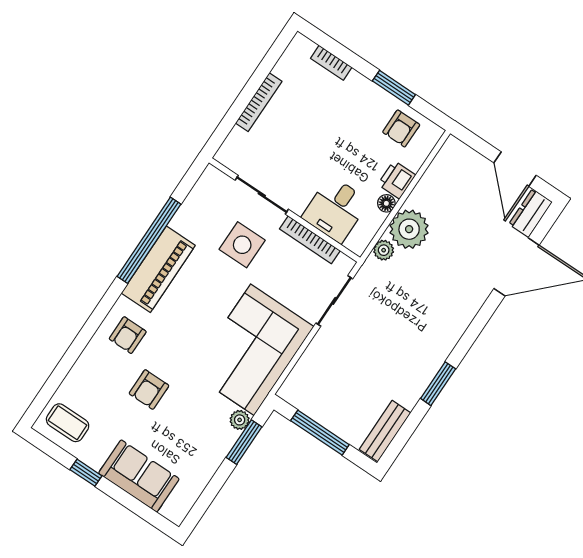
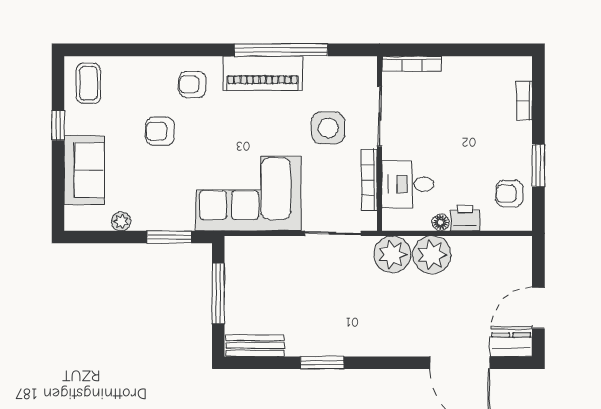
bookcase: (259, 102) -> (412, 64), moved
plant: (384, 250) -> (392, 254), width x1.87, depth x1.87
plant: (240, 420) -> (121, 221), moved

